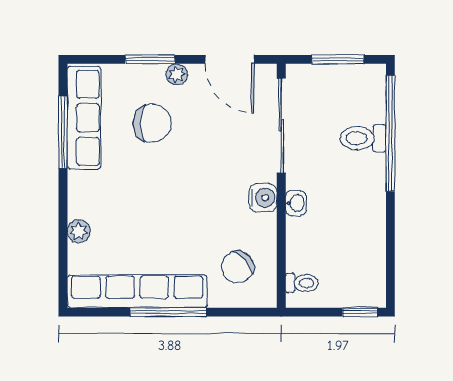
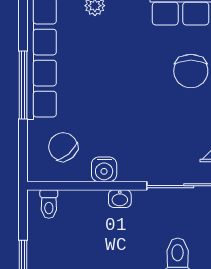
water cooler: (263, 198) -> (104, 169), moved

